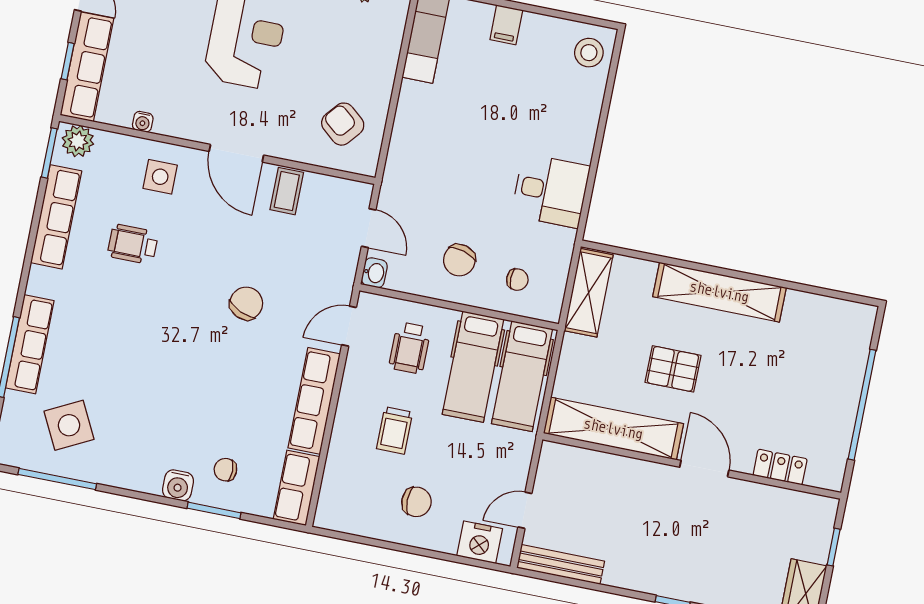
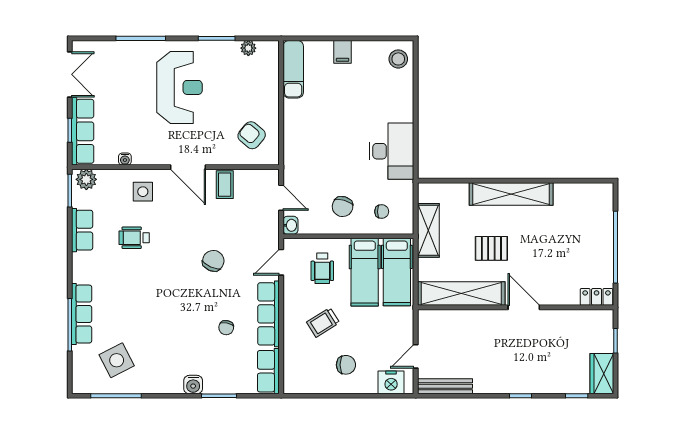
desk: (551, 191) -> (392, 151), width x1.37
row of seats: (56, 217) -> (82, 230), width x0.68
shelving: (589, 293) -> (428, 230), moved
trolley: (395, 430) -> (323, 322), turned 58
locker: (780, 467) -> (597, 297), moved
chair: (225, 470) -> (226, 328), moved, turned -78

